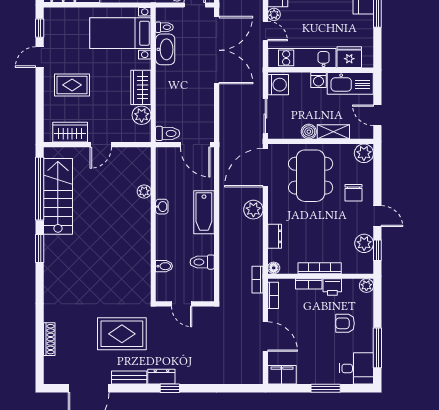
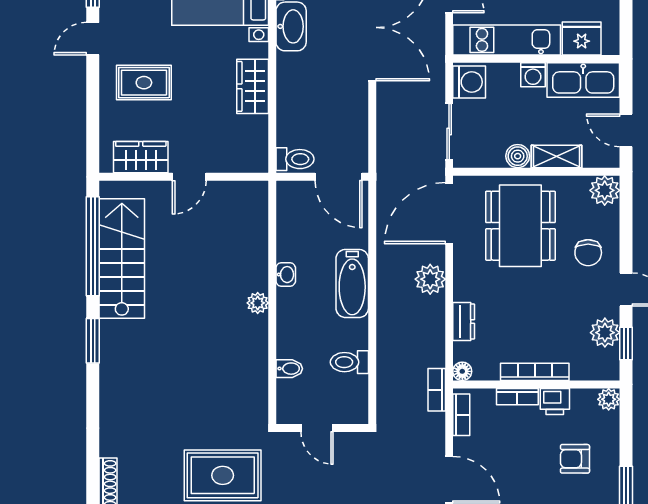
plant: (142, 115) -> (254, 130), removed
plant: (144, 192) -> (258, 303), moved

